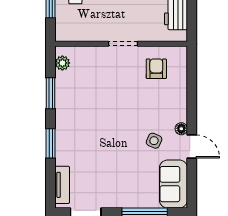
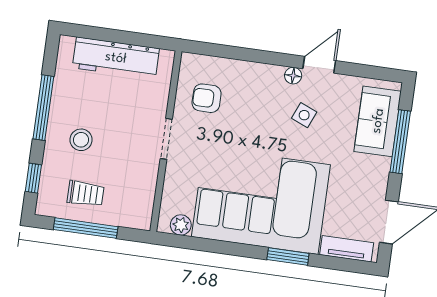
window: (51, 93) -> (220, 247), removed
corner sofa: (88, 118) -> (261, 201), added
sofa: (173, 184) -> (378, 121), moved, turned 90

